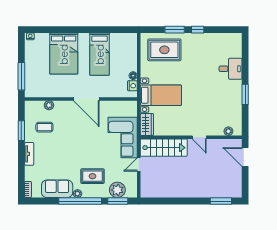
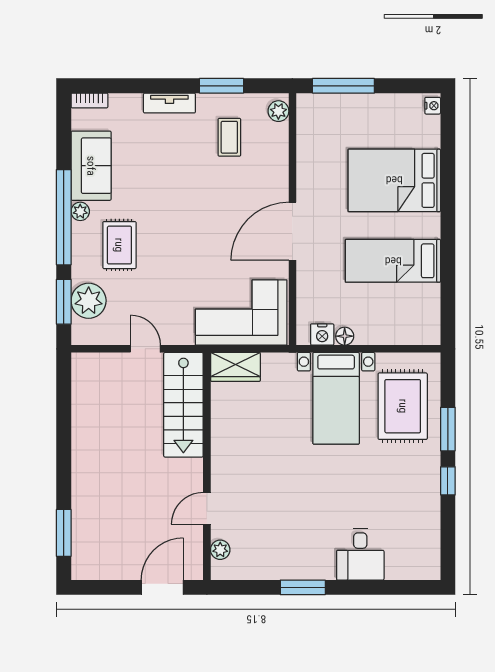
bed with nightstands: (161, 95) -> (336, 398), moved
plant: (49, 105) -> (278, 111), moved
corner sofa: (123, 137) -> (241, 313), moved
door: (199, 137) -> (207, 508), moved

